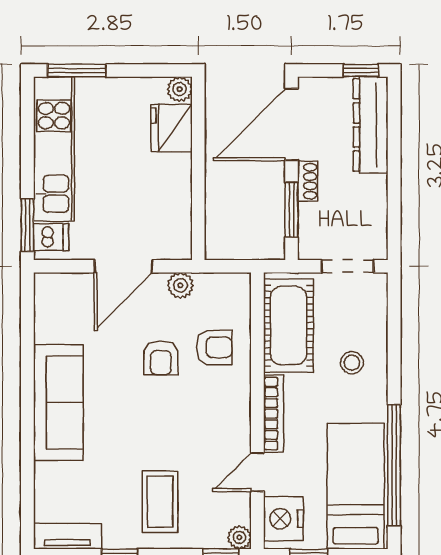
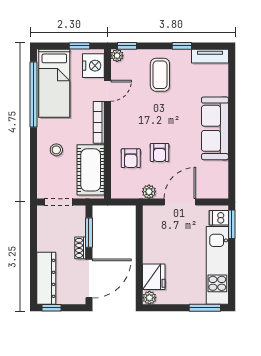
armchair: (214, 347) -> (131, 158), turned -90
armchair: (161, 358) -> (160, 152), turned 180

